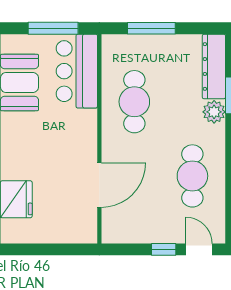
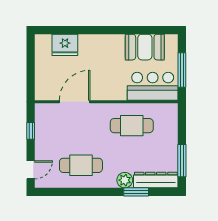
window: (151, 28) -> (182, 161), moved
door: (99, 185) -> (75, 102), swing flipped
window: (164, 249) -> (31, 131), moved

